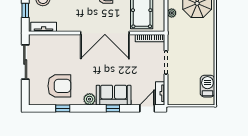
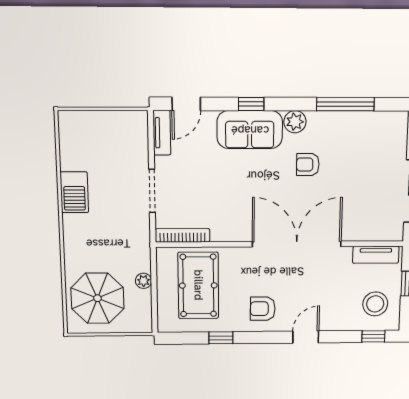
double door: (105, 33) -> (297, 244), moved
armchair: (59, 86) -> (308, 164), moved, width x0.53, depth x0.53
barbecue: (207, 86) -> (74, 192), moved
window: (63, 108) -> (345, 104), width x2.17

